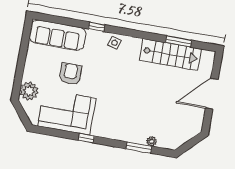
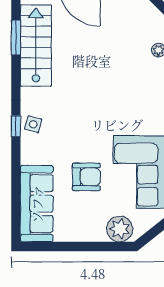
window: (97, 27) -> (16, 126), moved
armchair: (70, 74) -> (86, 177), turned 180

